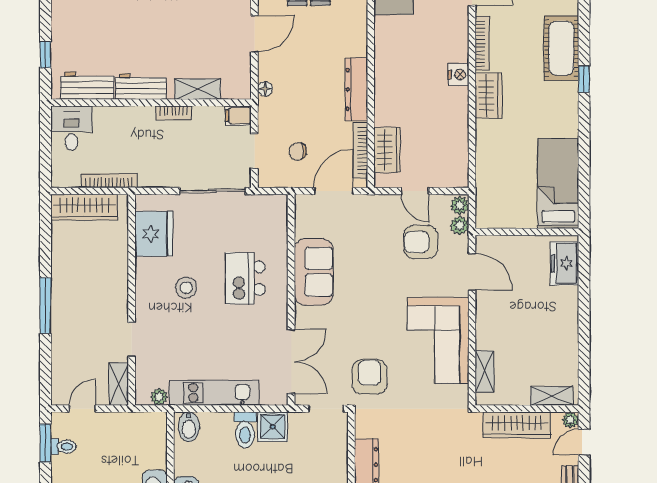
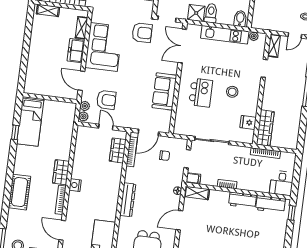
window: (45, 55) -> (292, 213), moved
window: (584, 79) -> (15, 132), moved
shelving: (198, 89) -> (197, 193), moved
dresser: (356, 89) -> (128, 200), moved
wardrobe: (84, 207) -> (265, 128), moved, turned 90
fridge: (154, 234) -> (248, 122), width x0.53, depth x0.75
freezer: (564, 263) -> (76, 51), moved, turned 180
armchair: (370, 377) -> (142, 33), turned -90

